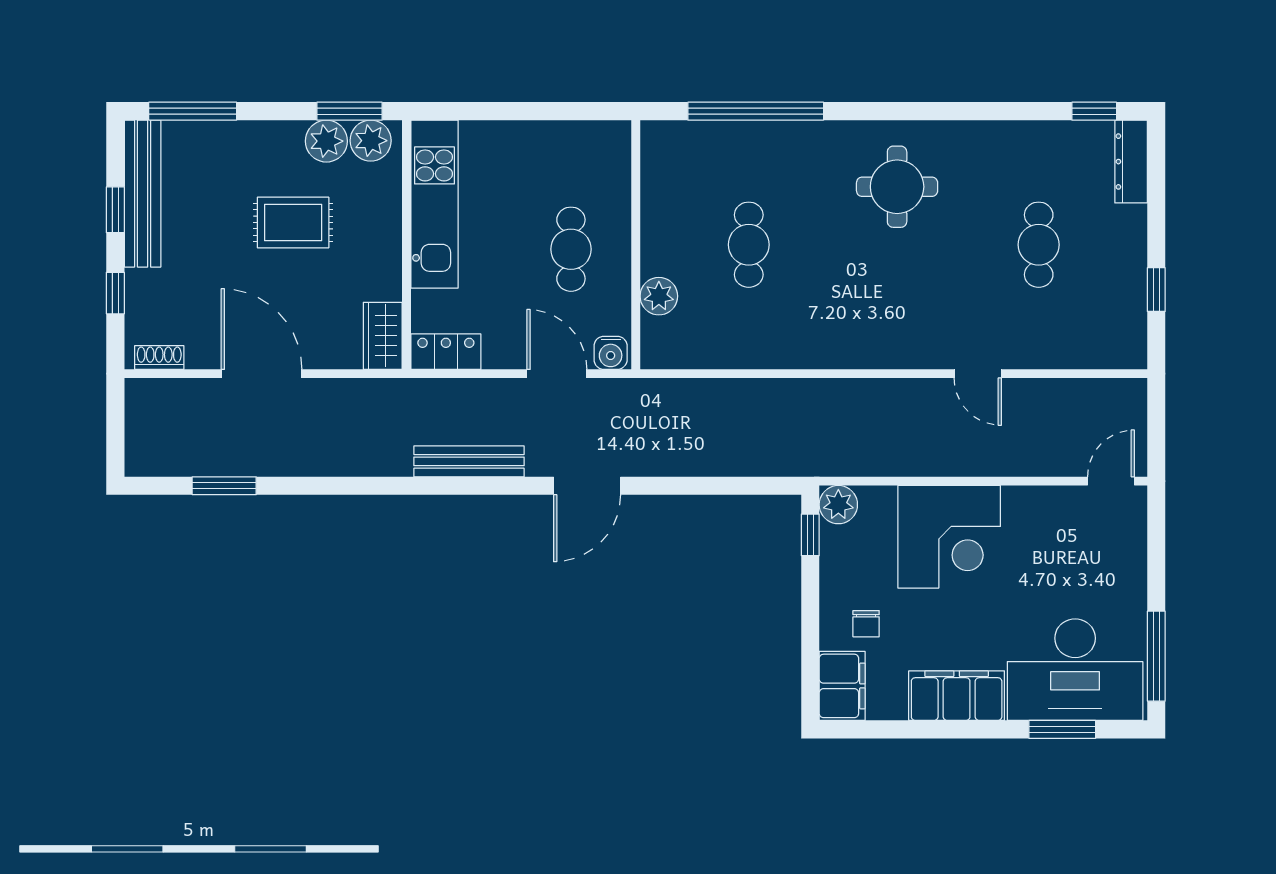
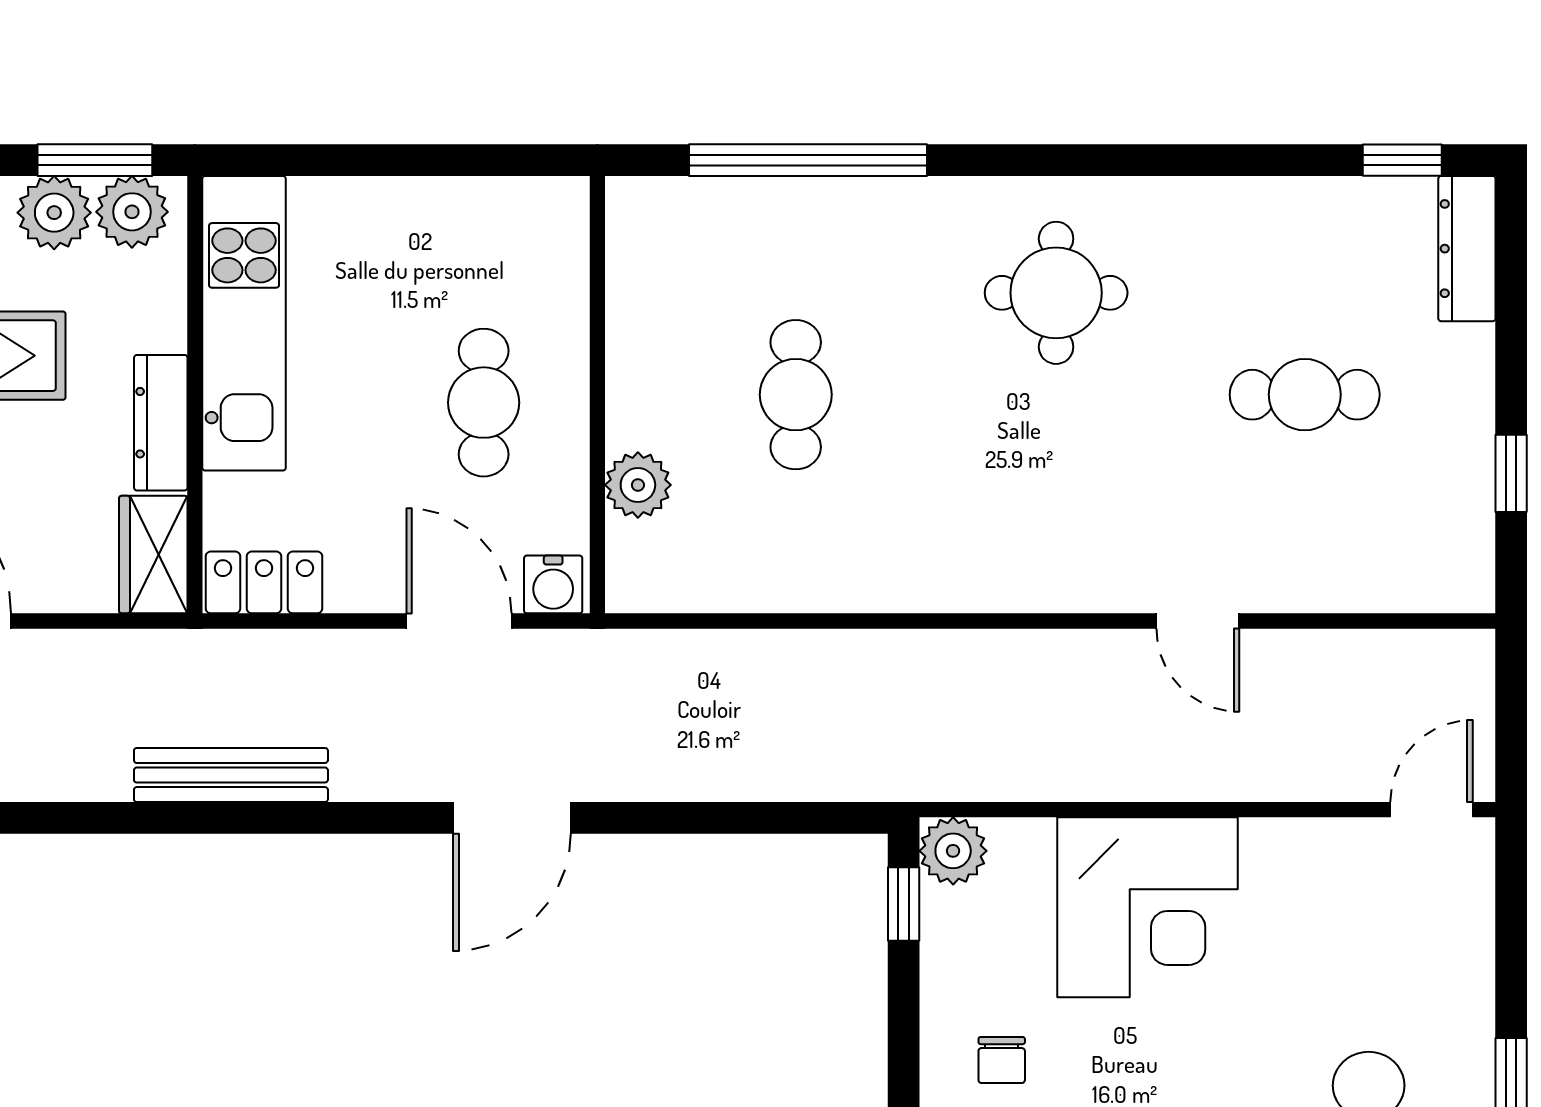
cafe table: (1039, 245) -> (1305, 395), turned 90
dresser: (387, 261) -> (161, 423), added
bench: (469, 461) -> (231, 775), moved

